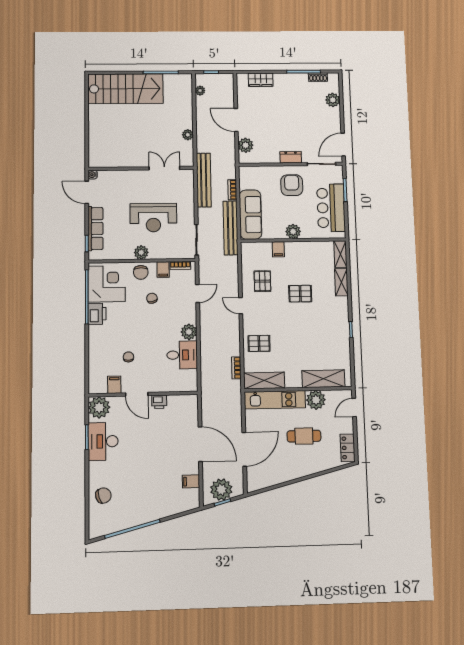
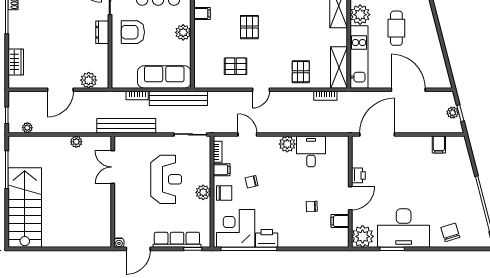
filing cabinet: (278, 249) -> (202, 13), moved
desk: (103, 441) -> (404, 228), width x1.36, depth x1.30
door: (200, 444) -> (377, 134), moved
plant: (221, 490) -> (453, 113), width x0.53, depth x0.53

